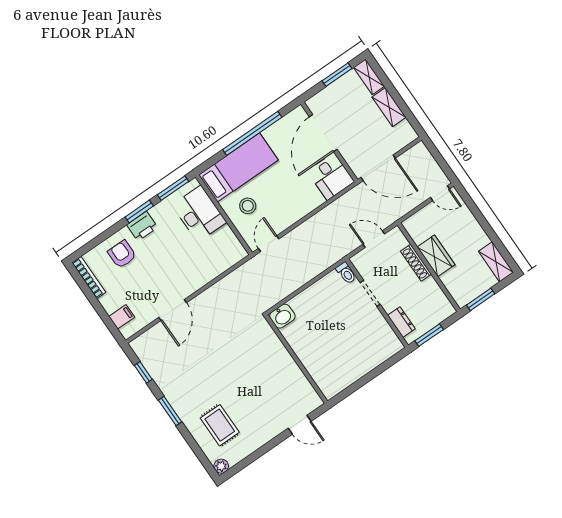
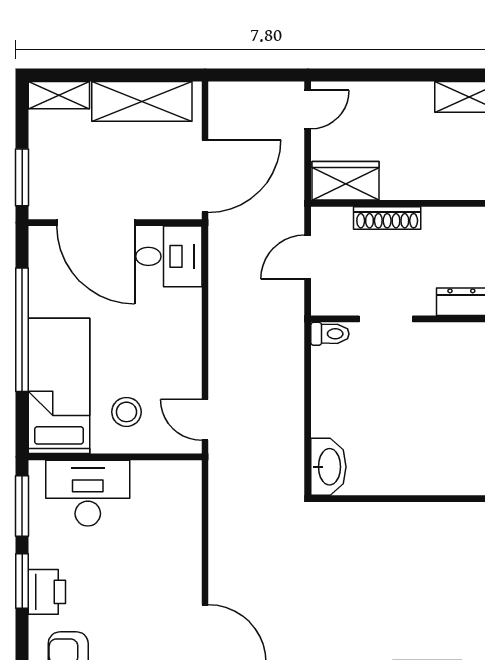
window: (337, 75) -> (22, 177), moved
shelving: (389, 107) -> (142, 101), width x1.50, depth x1.33
wardrobe: (436, 256) -> (346, 181), moved
washbasin: (282, 316) -> (328, 467), width x1.38

